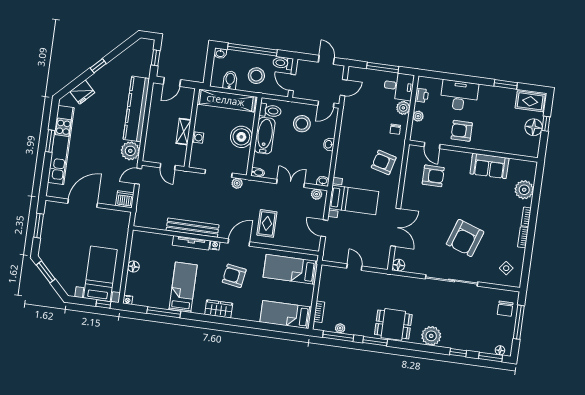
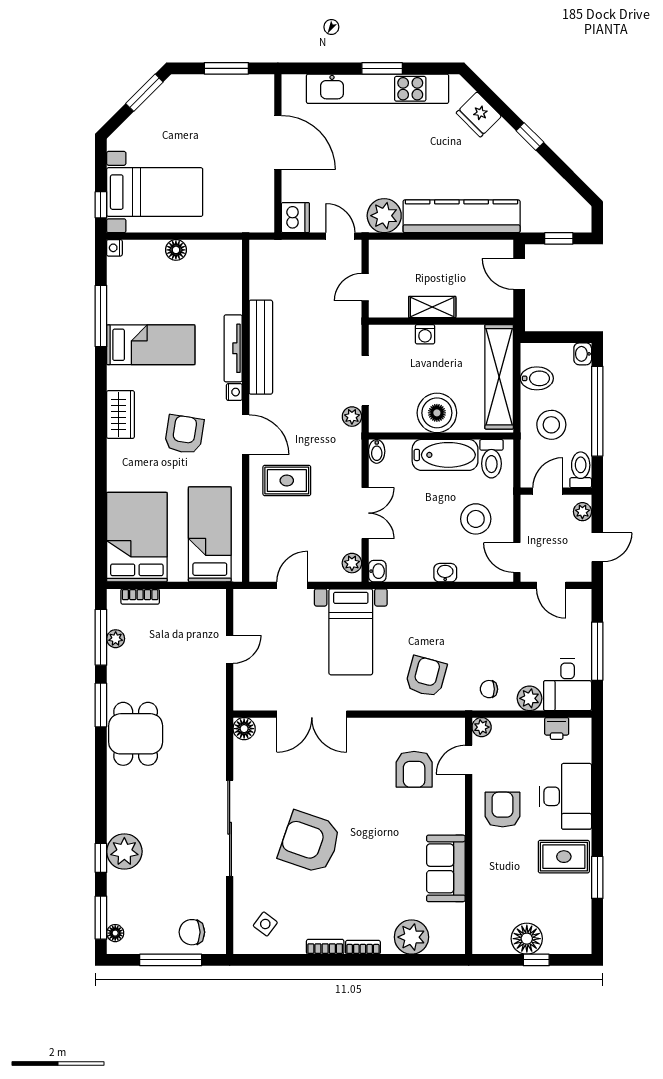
plant: (306, 65) -> (582, 512), added
rug: (530, 101) -> (564, 857), moved, turned 90
plant: (418, 116) -> (482, 727), moved
bed: (286, 315) -> (137, 537), width x1.50
plant: (431, 336) -> (124, 851), moved

